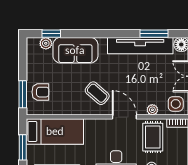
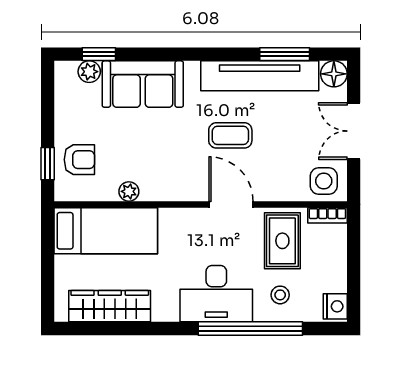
coffee table: (97, 93) -> (230, 135), moved, turned -41
window: (23, 94) -> (48, 164), width x0.67
plant: (152, 110) -> (129, 191), moved
window: (23, 147) -> (48, 260), removed

